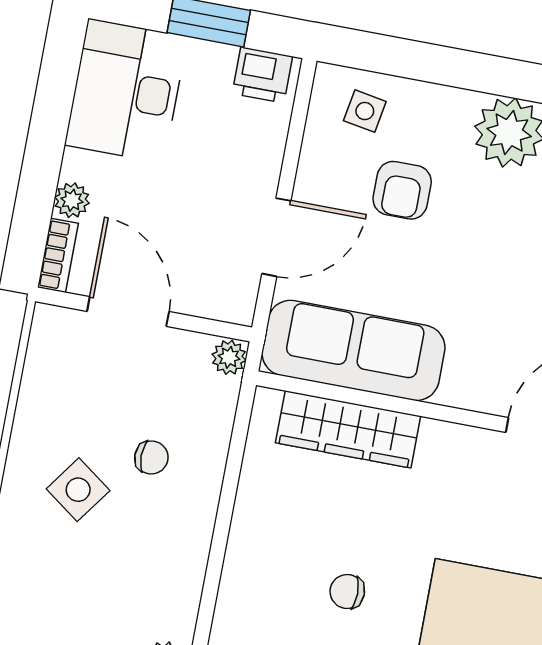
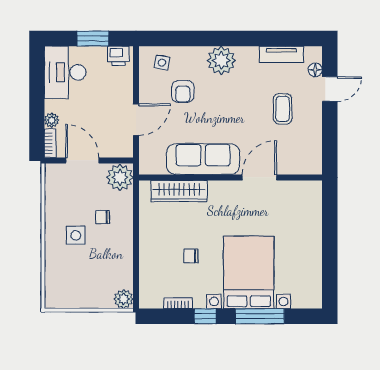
sofa: (353, 350) -> (203, 159), moved
plant: (229, 357) -> (120, 177), width x1.88, depth x1.88
chair: (151, 458) -> (103, 217), turned 180
side table: (78, 490) -> (76, 235), turned -36

